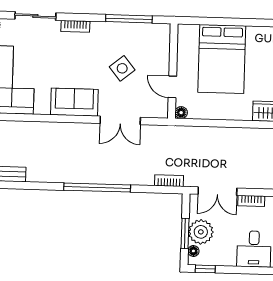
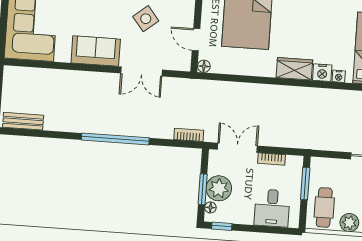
double door: (217, 191) -> (237, 148), swing flipped

